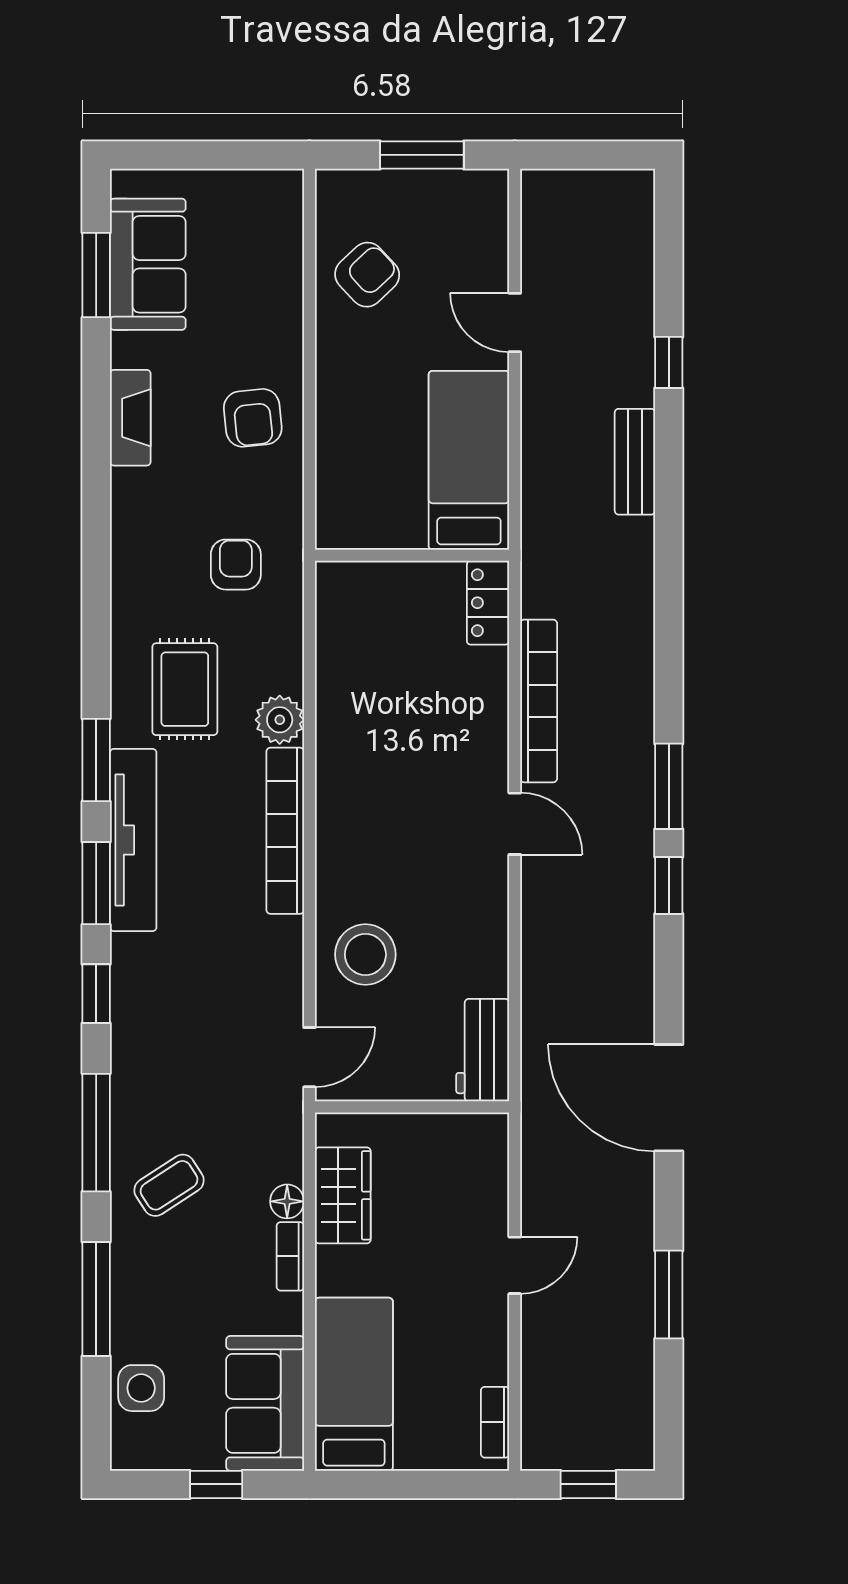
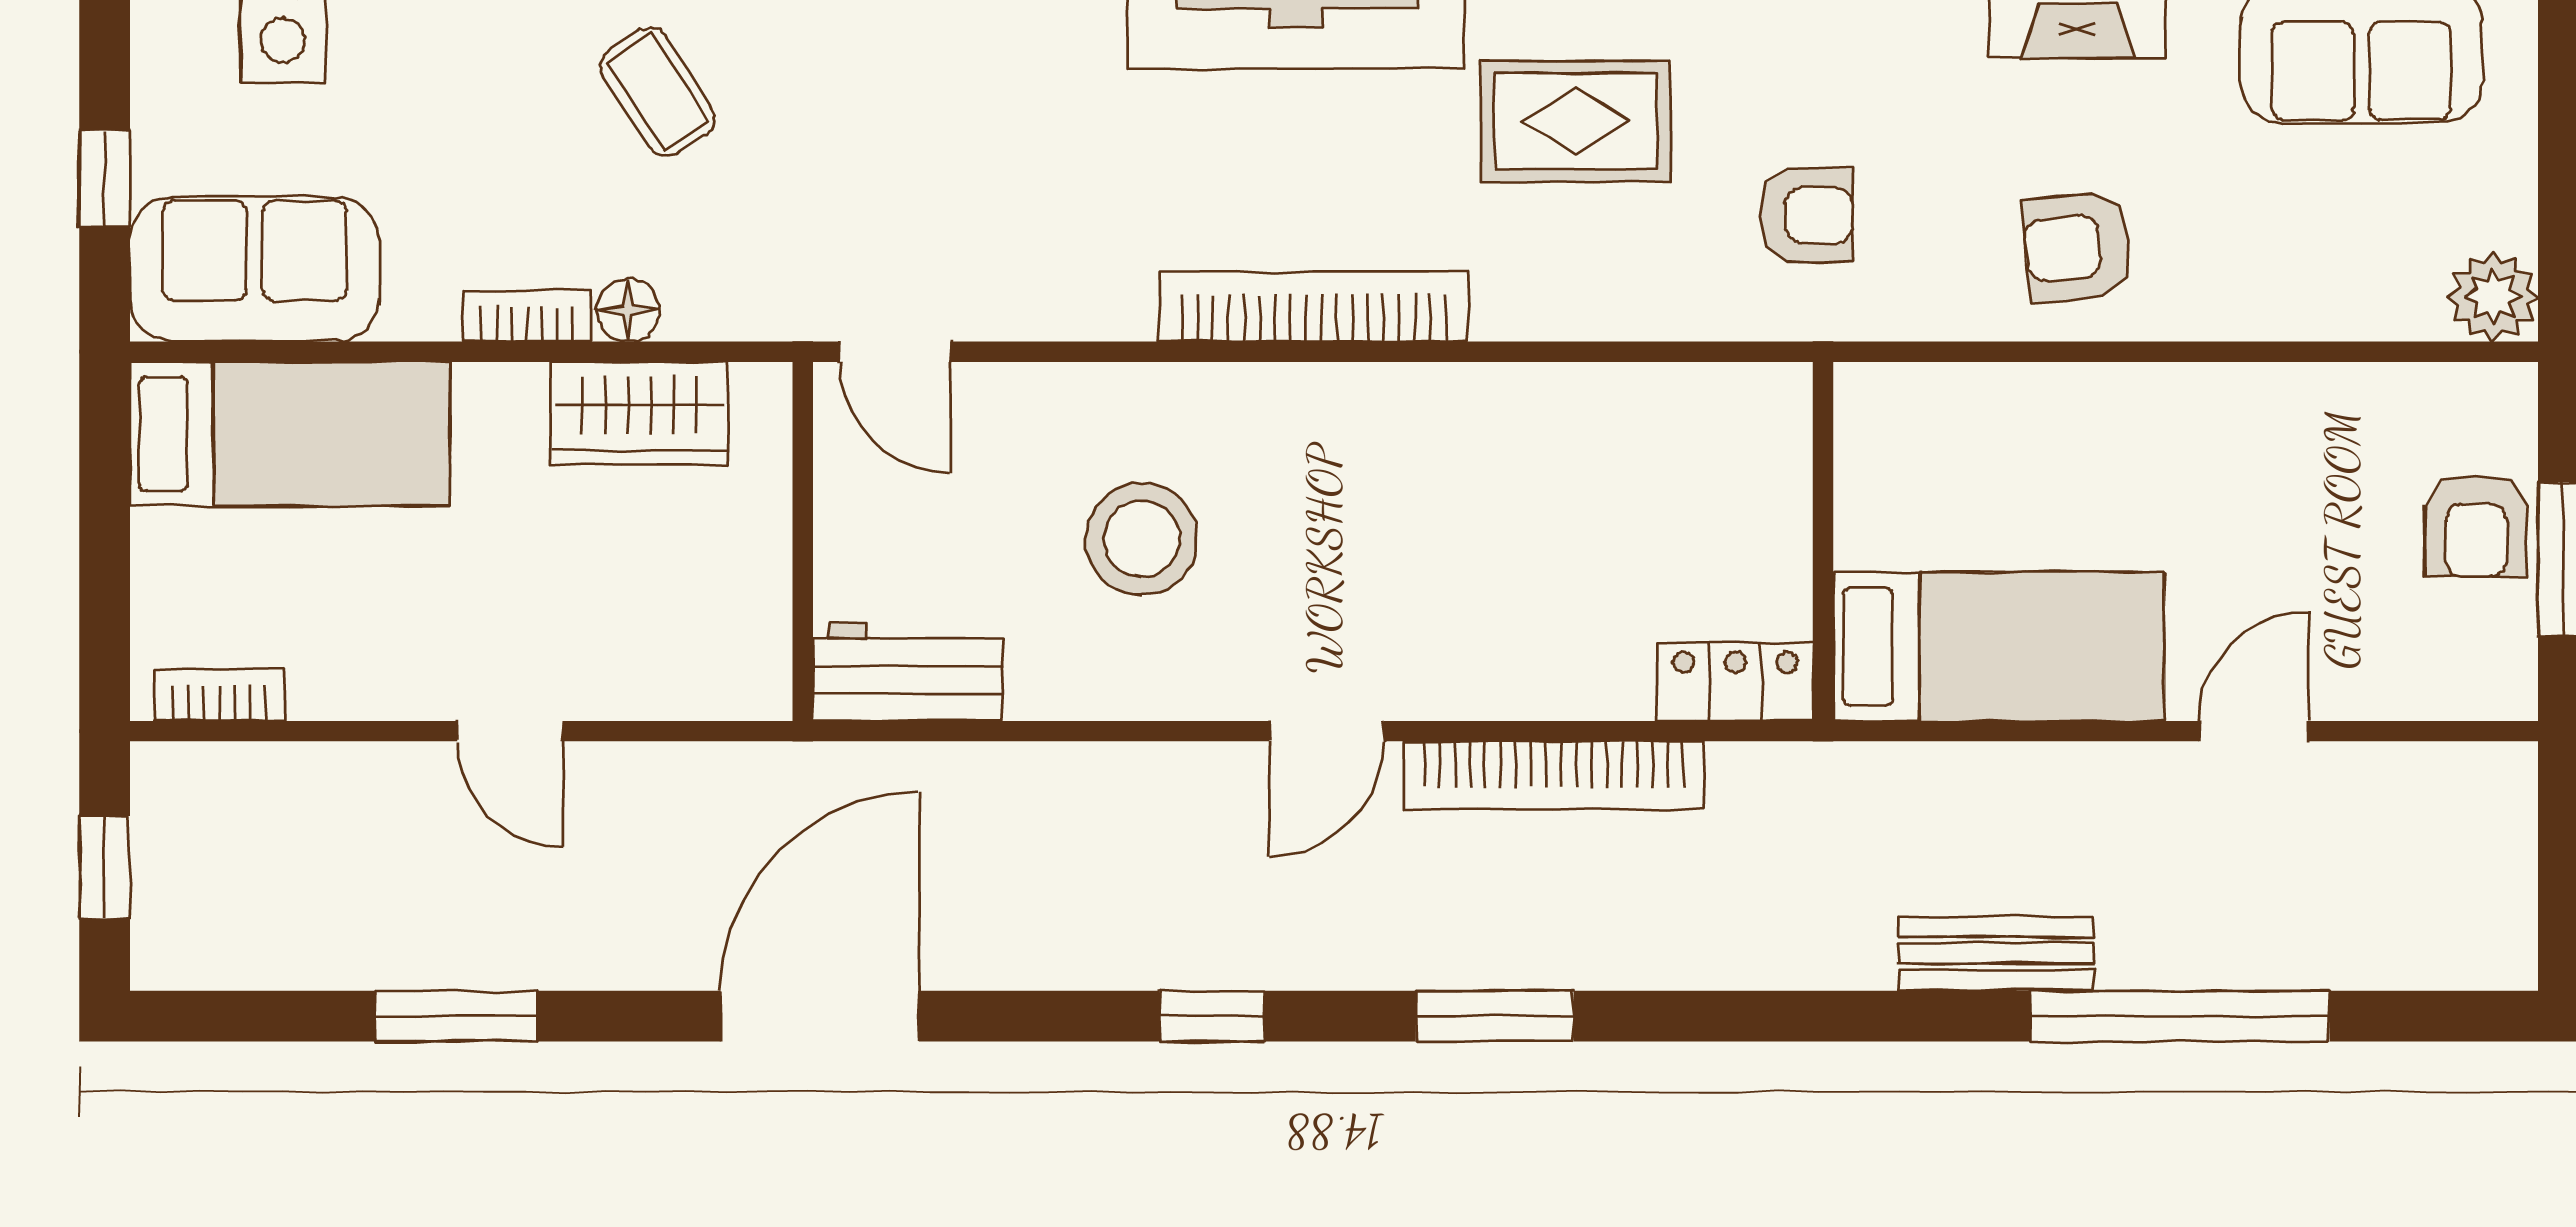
armchair: (367, 275) -> (2476, 526), moved, turned 43
window: (669, 362) -> (2180, 1016), width x3.17
plant: (280, 720) -> (2493, 297), moved
window: (669, 786) -> (1495, 1016), moved
stool: (365, 954) -> (1142, 539), moved

